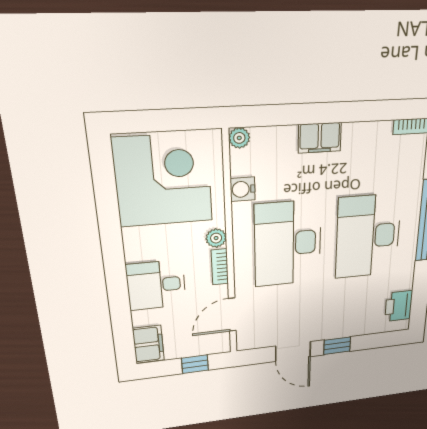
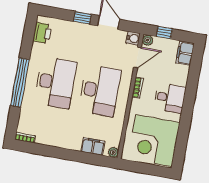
filing cabinet: (320, 138) -> (93, 147), moved
water cooler: (243, 189) -> (133, 38), moved
plant: (216, 238) -> (148, 40), moved
desk: (156, 285) -> (170, 98), moved

